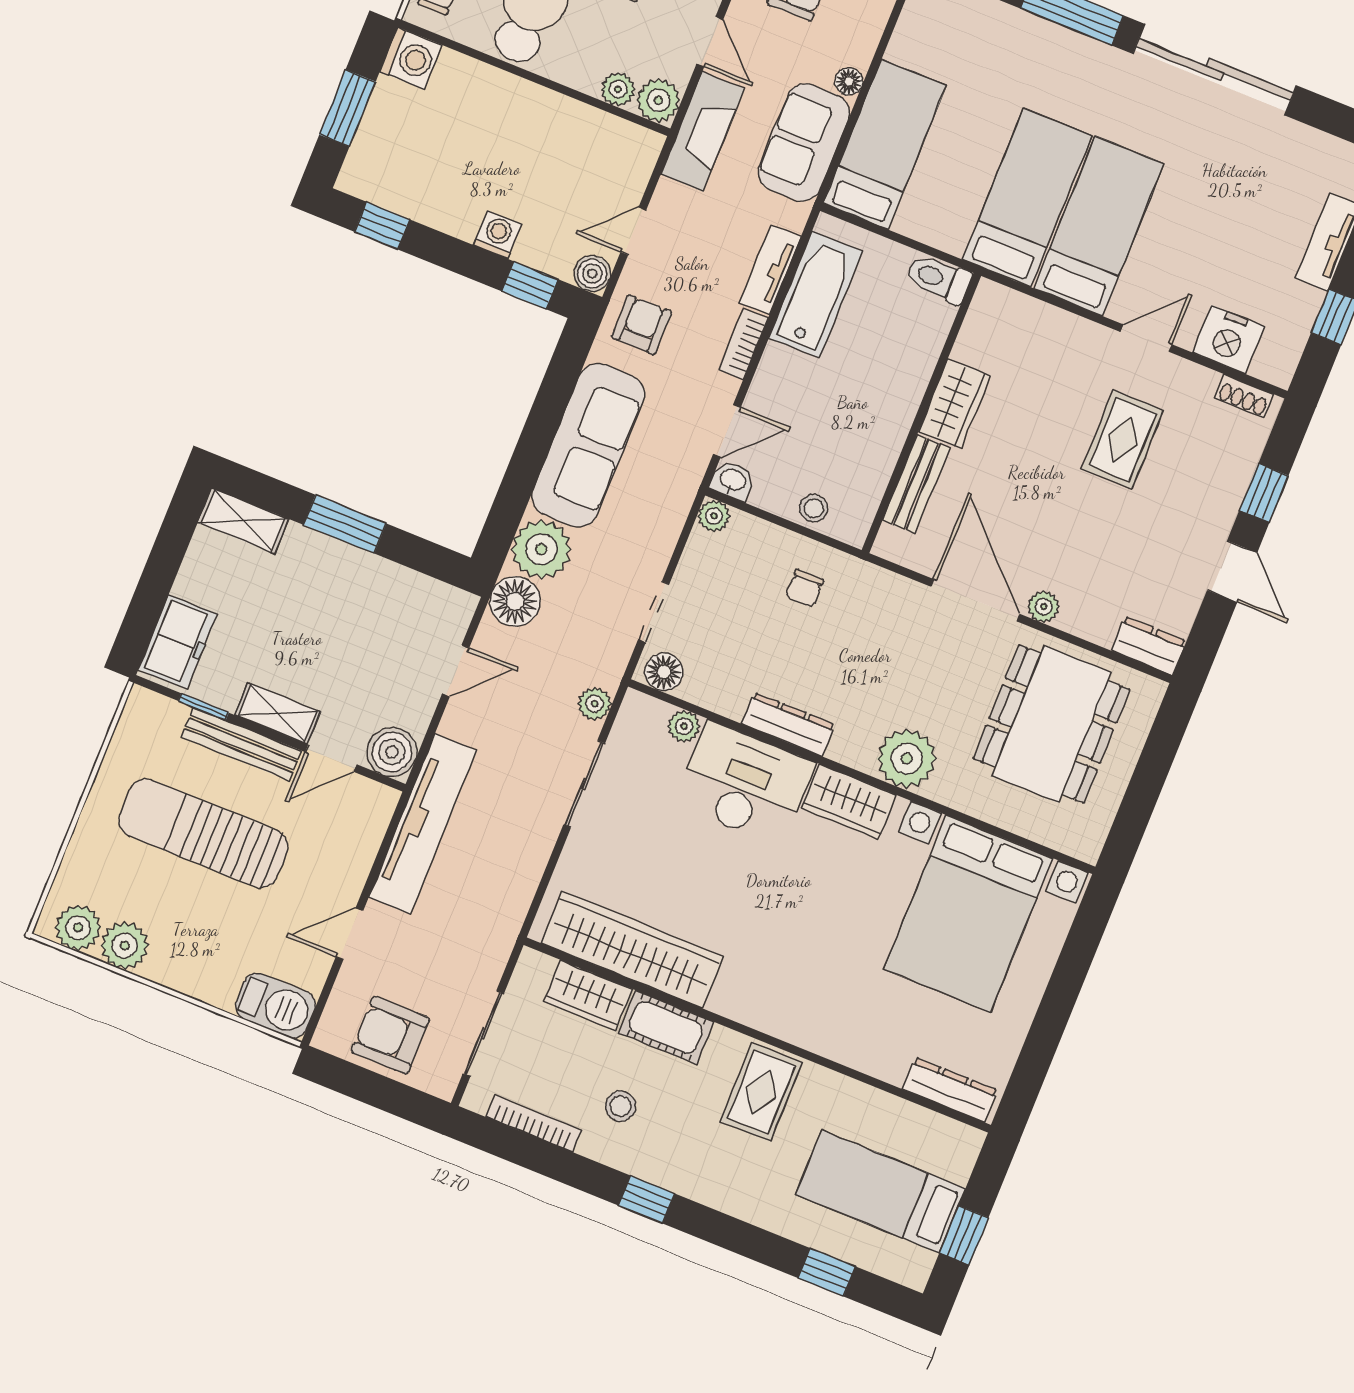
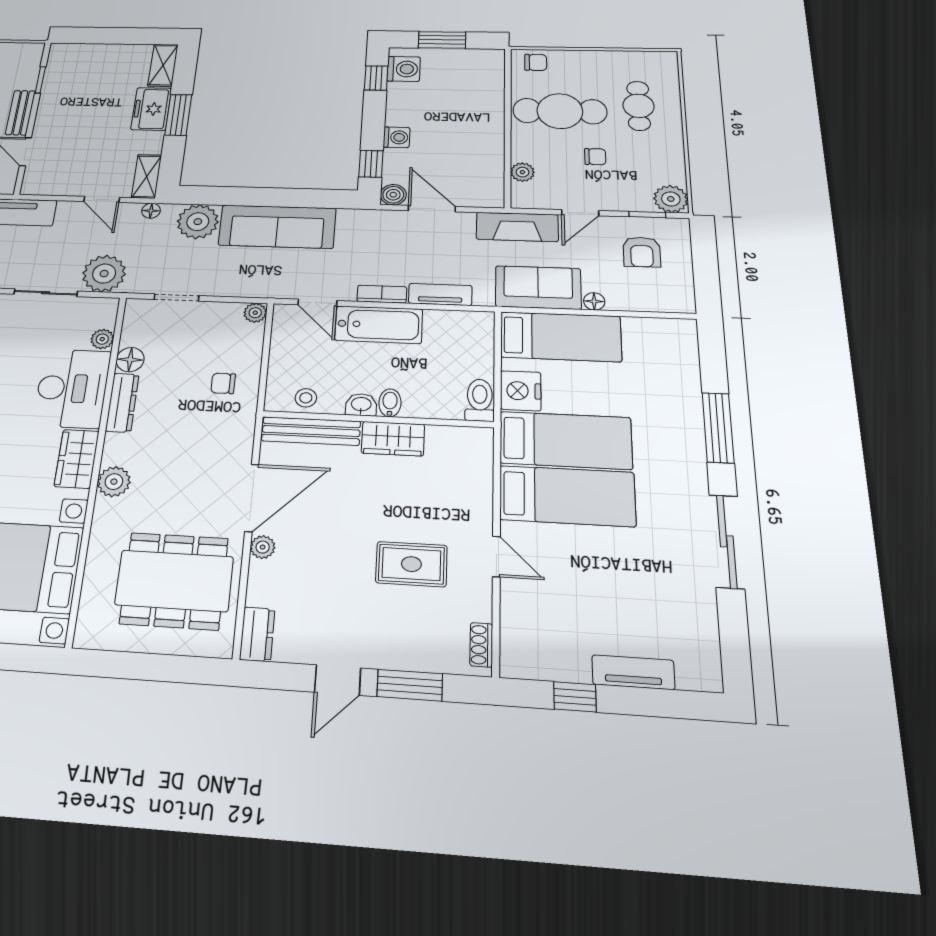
washing machine: (411, 58) -> (404, 69), moved, turned -90
sliding door: (1215, 70) -> (727, 541), width x0.73
plant: (658, 100) -> (526, 196), removed
door: (633, 231) -> (432, 209), width x1.38
bathtub: (816, 294) -> (379, 325), moved
armchair: (642, 325) -> (371, 232), removed
nightstand: (1228, 339) -> (521, 391), moved
bidet: (904, 390) -> (390, 403), added
washbasin: (733, 481) -> (361, 405), moved, turned -90
bench: (916, 484) -> (311, 431), width x1.36
window: (1264, 493) -> (410, 685), width x1.50
stool: (814, 508) -> (306, 398), moved
floor lamp: (515, 601) -> (151, 211), width x0.53, depth x0.53
freezer: (178, 642) -> (151, 109), moved, turned 90
floor lamp: (664, 672) -> (130, 360), moved
plant: (595, 704) -> (104, 274), width x1.87, depth x1.87
shelving: (278, 713) -> (147, 176), moved
bench: (241, 744) -> (20, 113), width x0.73
boiler: (392, 752) -> (38, 182), removed
plant: (907, 759) -> (114, 482), width x0.73, depth x0.73

